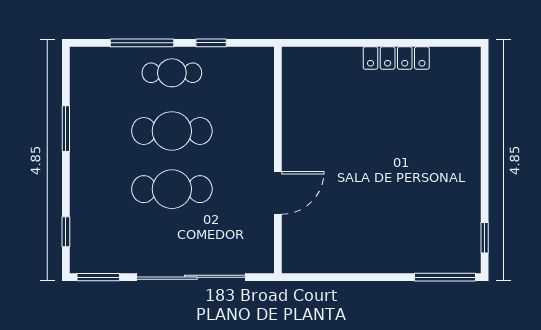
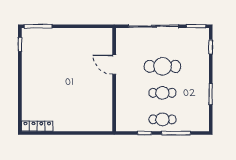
locker: (396, 58) -> (37, 126), moved
cafe table: (172, 131) -> (162, 93), width x0.73, depth x0.74
door: (278, 193) -> (114, 65), hinge flipped

